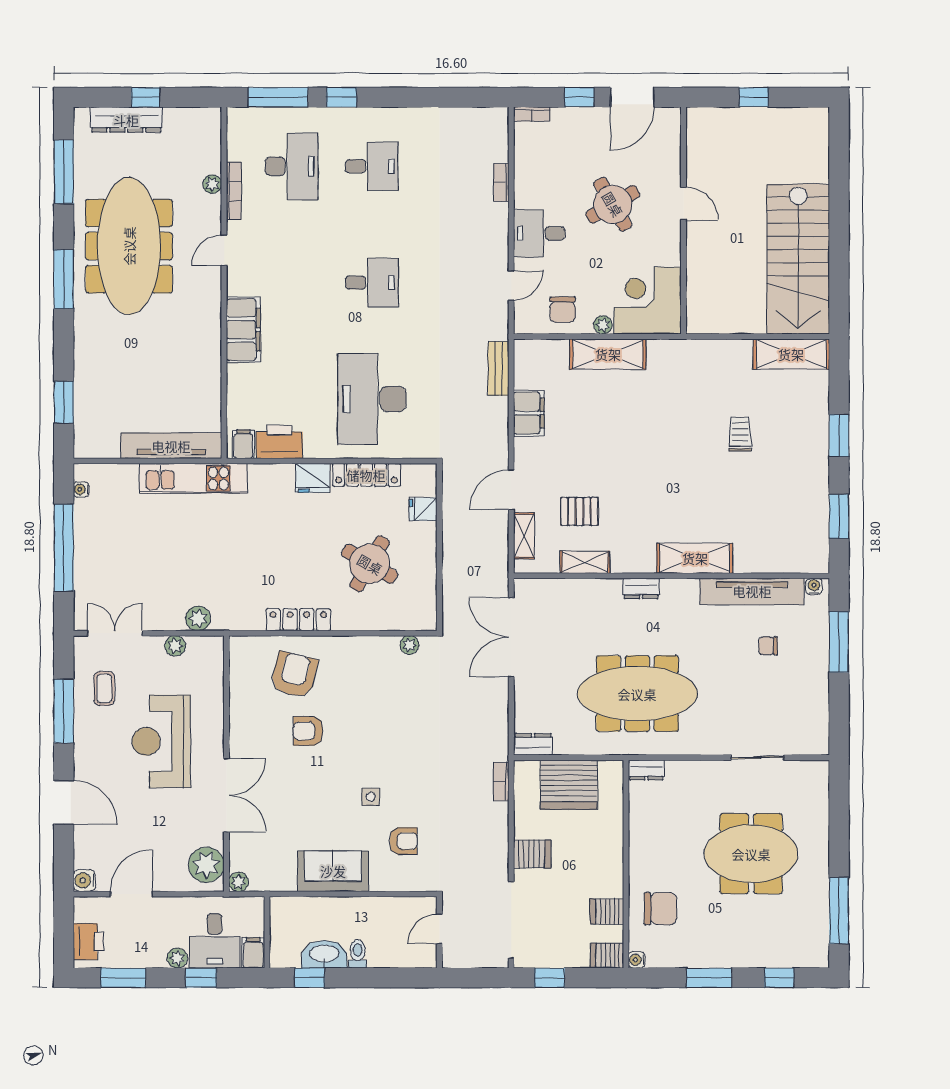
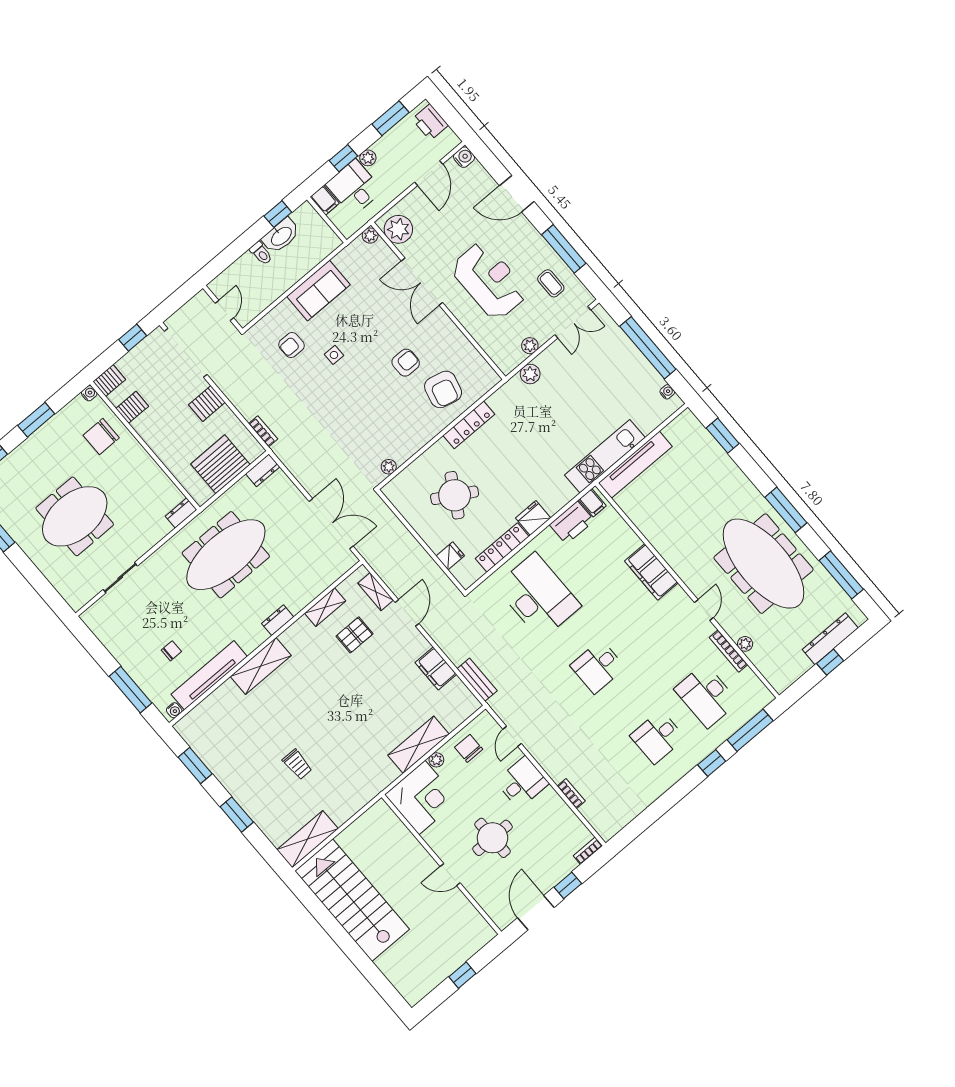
round table: (613, 204) -> (492, 838), turned 30

